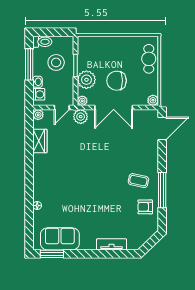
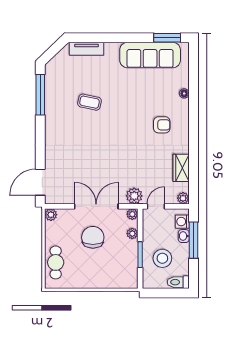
window: (29, 64) -> (193, 240), moved
plant: (86, 80) -> (132, 234), width x0.53, depth x0.53
chair: (117, 81) -> (93, 237), turned -90
coffee table: (138, 181) -> (89, 102), moved
window: (162, 190) -> (40, 95), moved
armchair: (145, 207) -> (162, 125), moved
sofa: (60, 239) -> (150, 55), width x1.36
tv unit: (112, 244) -> (87, 49), moved

